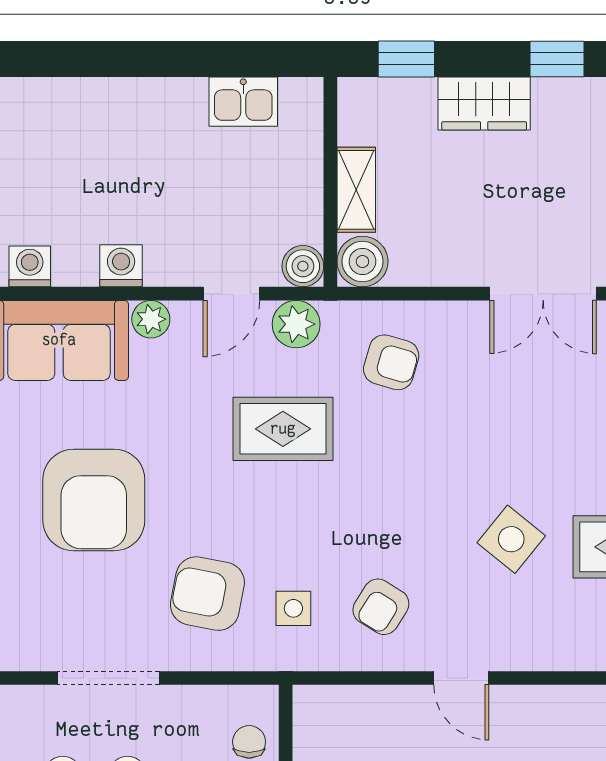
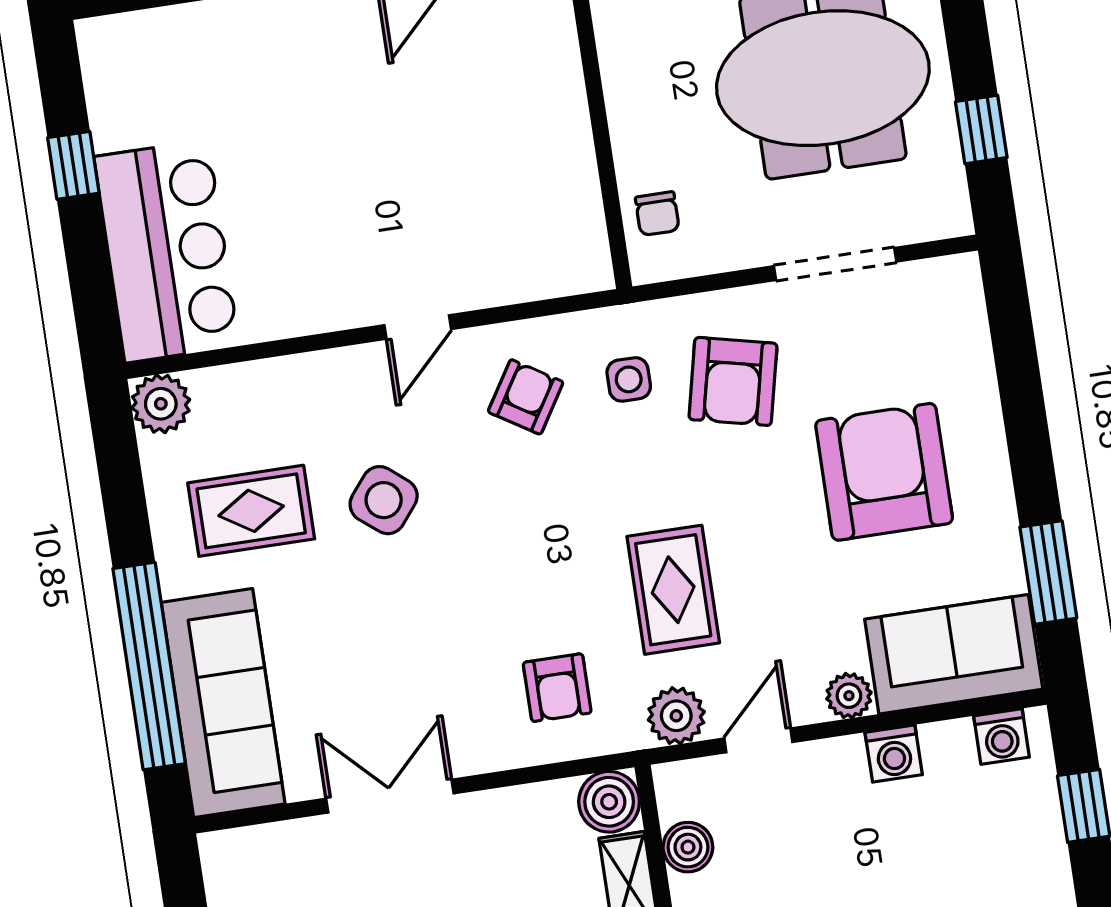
boiler: (303, 266) -> (688, 847), moved
armchair: (391, 362) -> (557, 688), turned -106
rug: (283, 429) -> (673, 590), turned 90
armchair: (207, 594) -> (733, 381), turned 92
door: (461, 678) -> (418, 327), swing flipped

